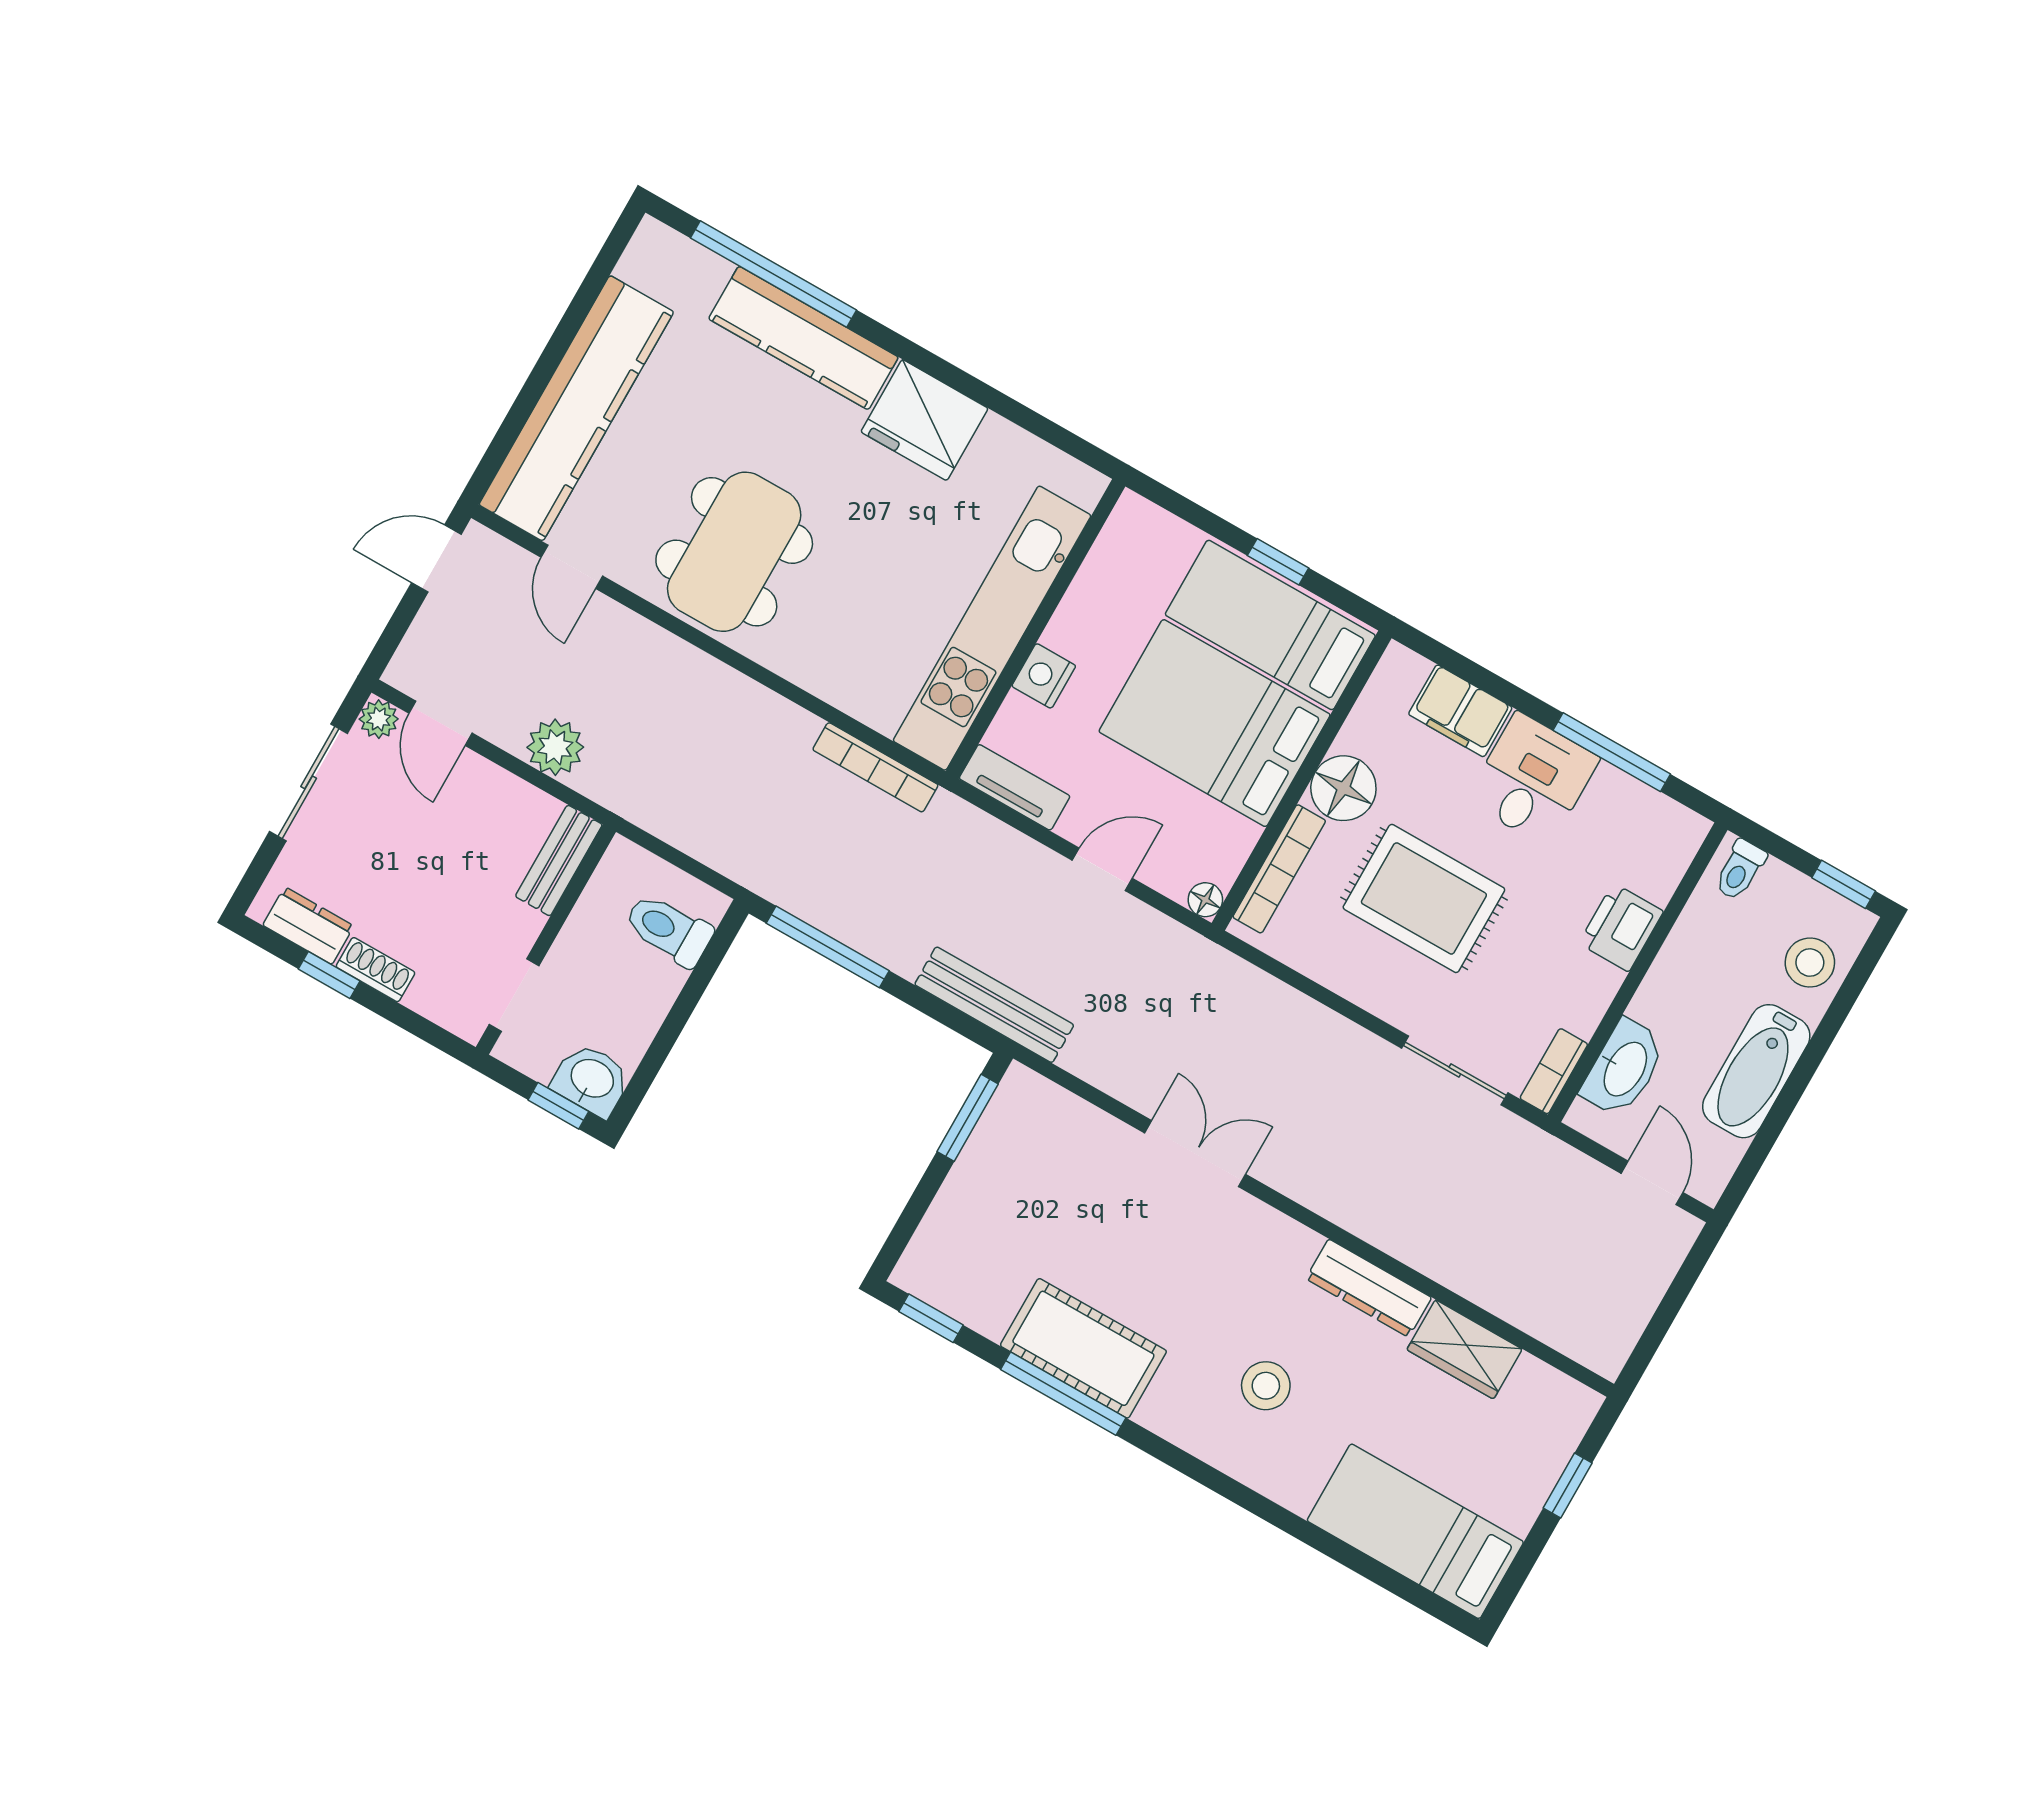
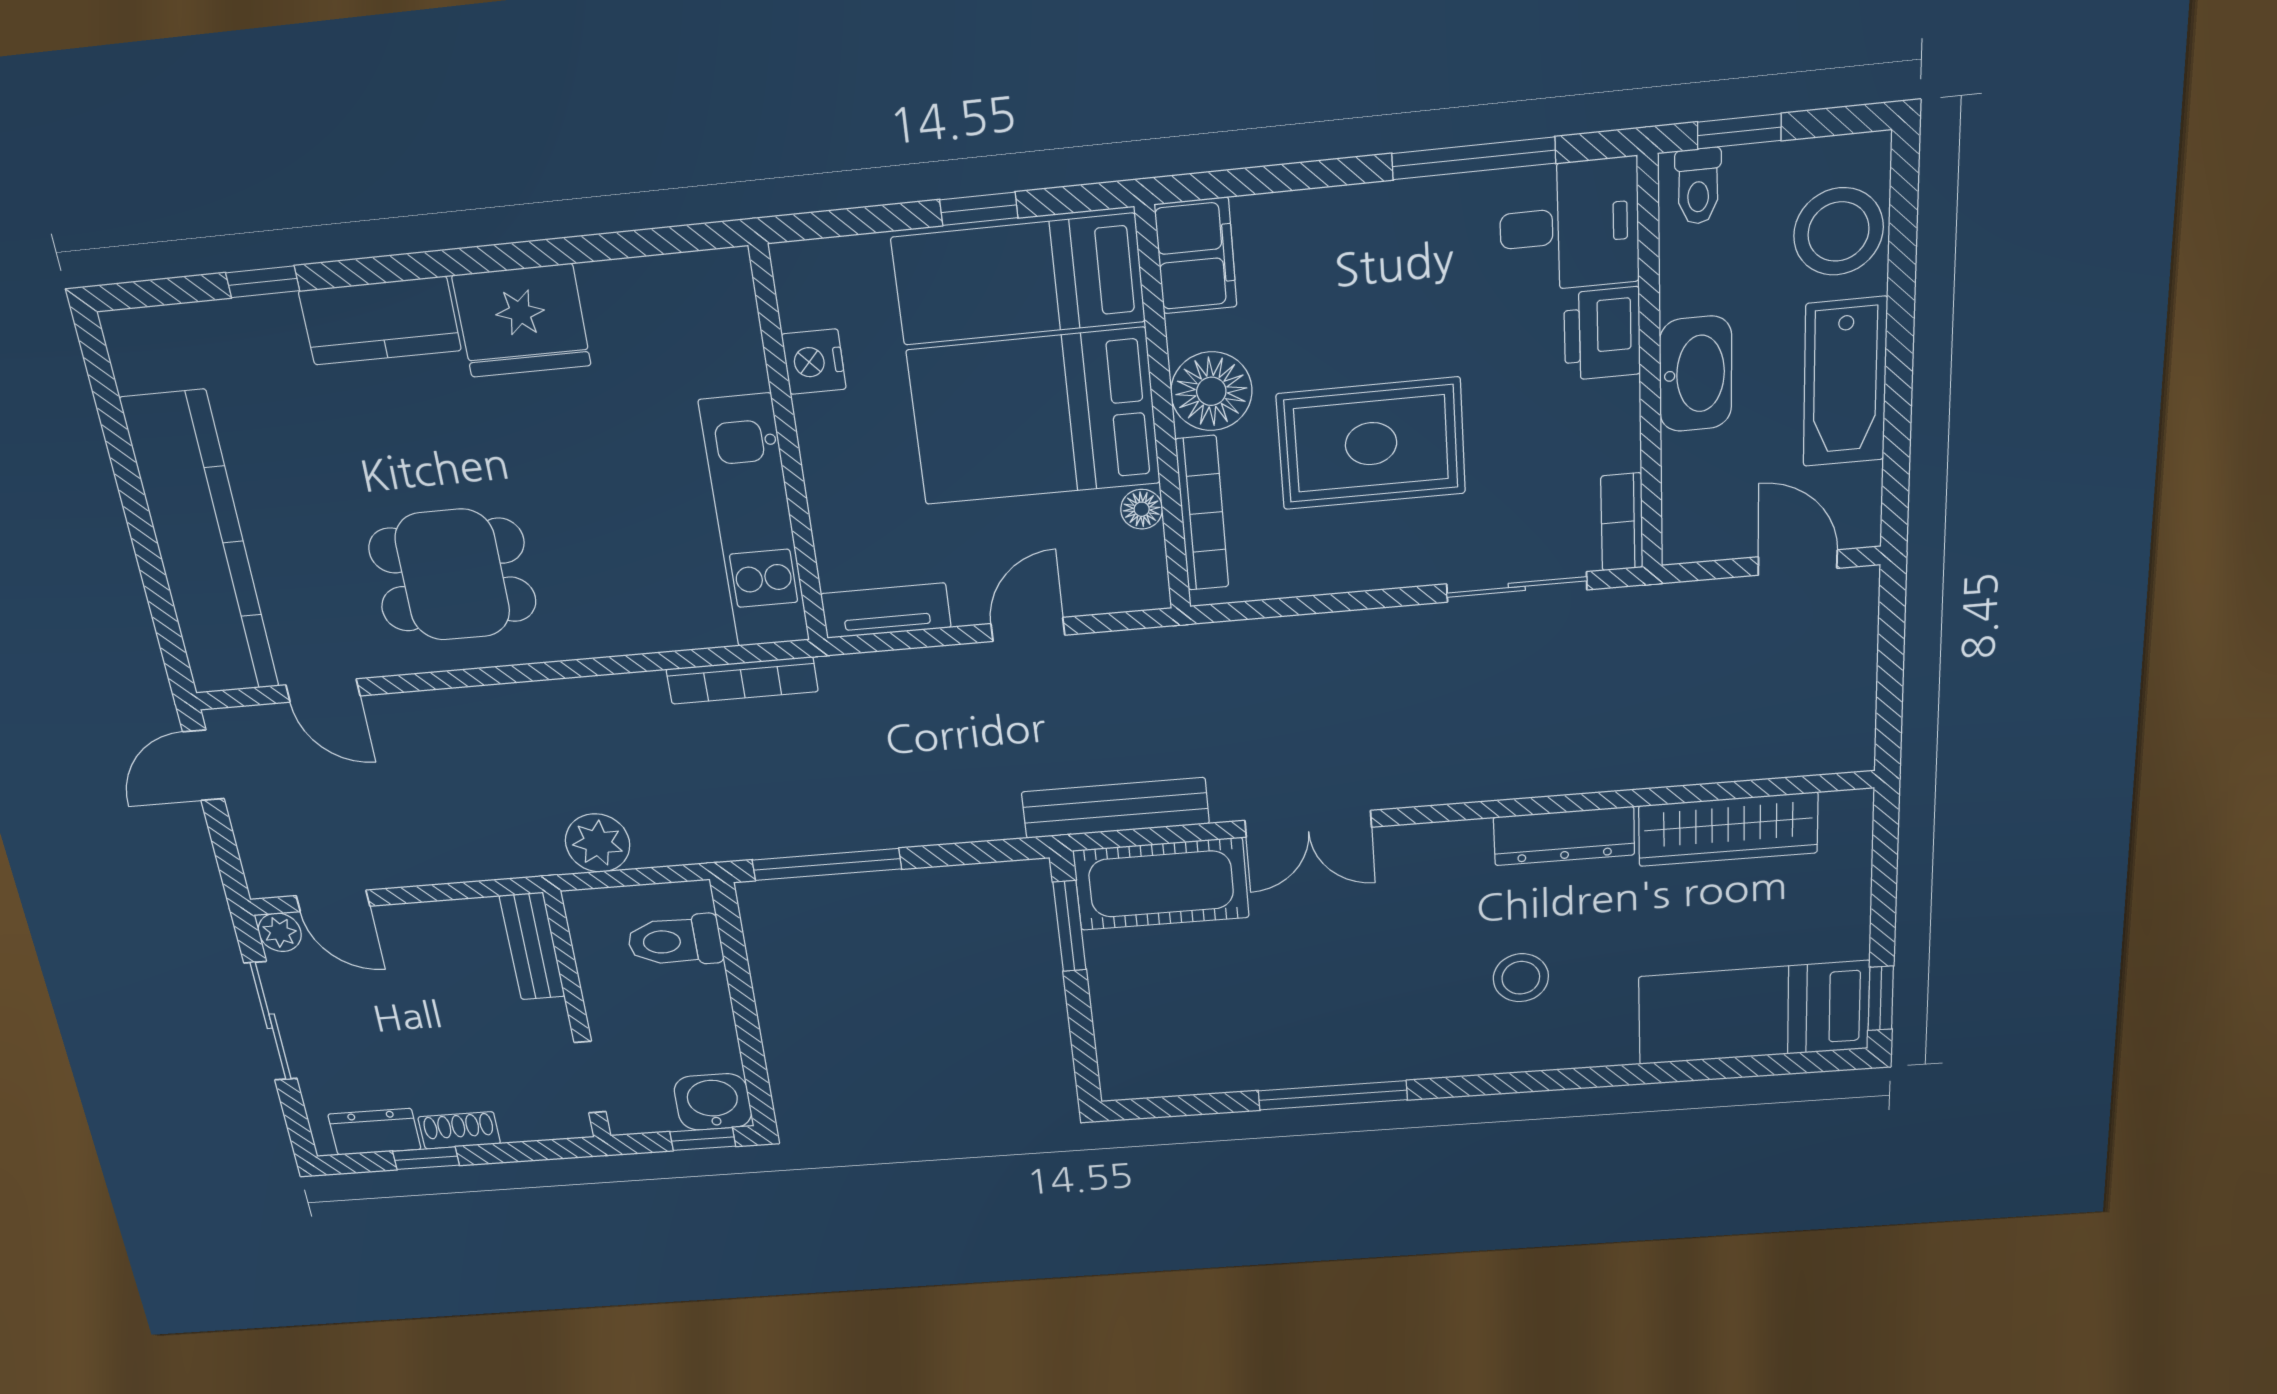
window: (774, 274) -> (263, 282), width x0.32
kitchen counter: (803, 338) -> (380, 321), width x0.67
dining table: (734, 552) -> (452, 575), width x0.73
kitchen unit: (992, 628) -> (755, 522), width x0.73
nightstand: (1044, 676) -> (814, 362), moved
filing cabinet: (1460, 711) -> (1196, 256), moved, turned -90
plant: (555, 747) -> (598, 843), moved
desk: (1533, 779) -> (1569, 225), moved, turned 90
window: (1844, 884) -> (1739, 131), moved
floor lamp: (1205, 900) -> (1142, 509), moved
stool: (1810, 963) -> (1839, 231), width x1.38, depth x1.38
bench: (994, 1005) -> (1115, 808), moved
washbasin: (1624, 1068) -> (1696, 374), moved
double door: (1195, 1154) -> (1308, 824), swing flipped
window: (931, 1318) -> (1165, 1107), removed
cot: (1083, 1348) -> (1161, 884), moved
wardrobe: (1464, 1349) -> (1728, 829), width x1.50
window: (1568, 1485) -> (1881, 998), moved

